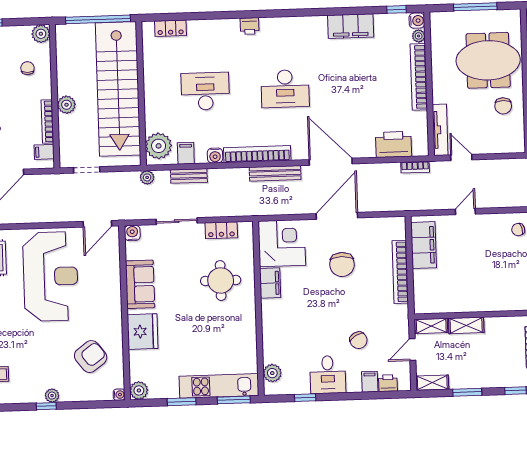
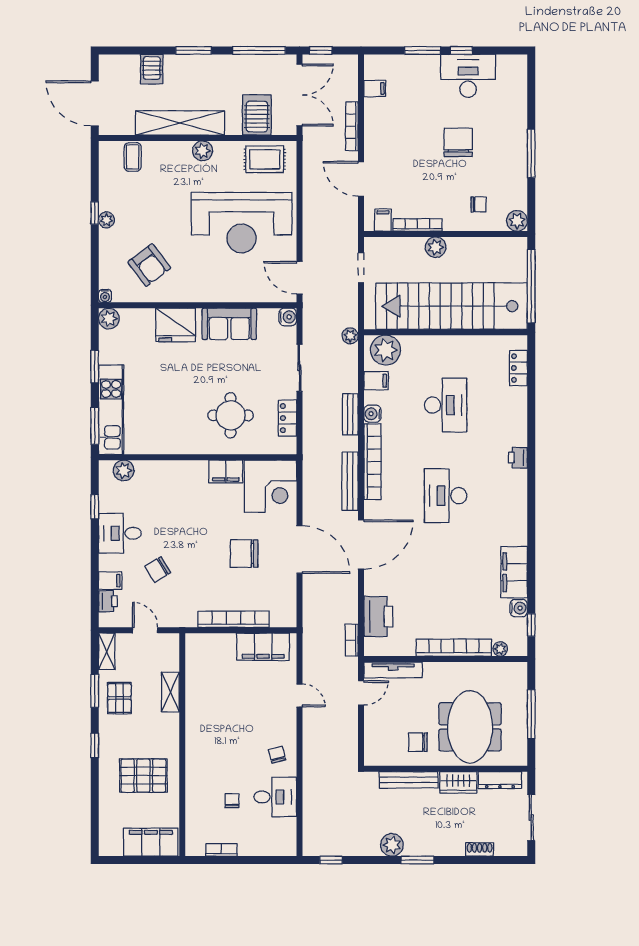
water cooler: (417, 21) -> (519, 608), moved, turned -90
bench: (189, 176) -> (350, 414), moved
shelving: (431, 326) -> (171, 652), removed
pallet: (473, 370) -> (119, 698), added

